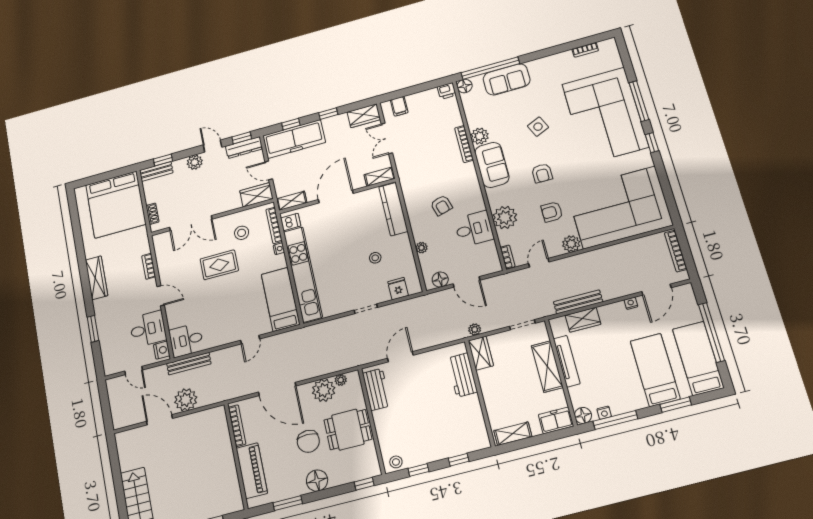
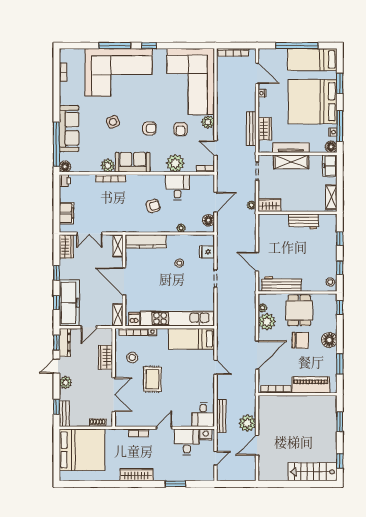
sofa: (507, 79) -> (69, 129), width x1.36
filing cabinet: (399, 106) -> (66, 213), width x2.00
wardrobe: (256, 195) -> (106, 357), moved
bed: (655, 370) -> (313, 102), width x2.04
workbench: (462, 375) -> (304, 222), moved
workbench: (377, 389) -> (281, 284), width x1.38

